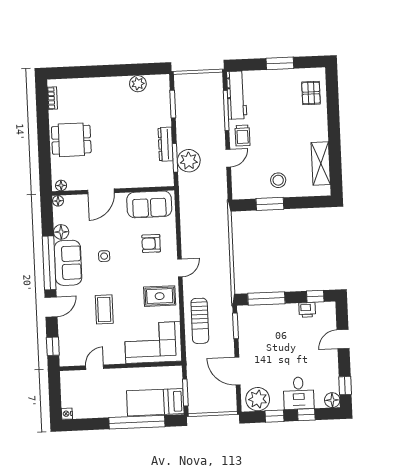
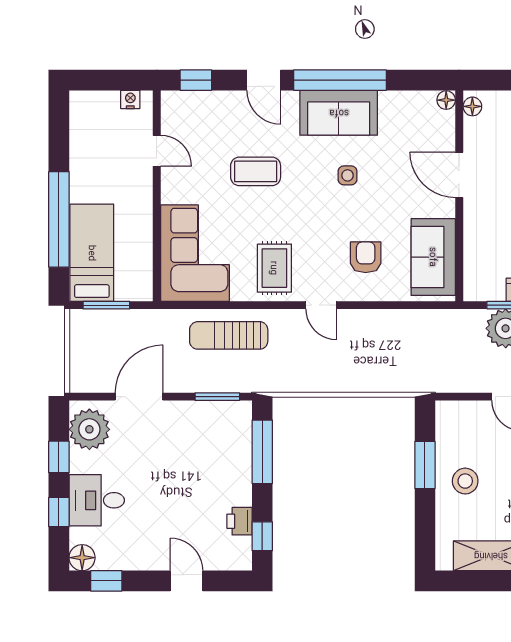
floor lamp: (61, 232) -> (392, 103), removed
nightstand: (67, 414) -> (130, 99), moved

